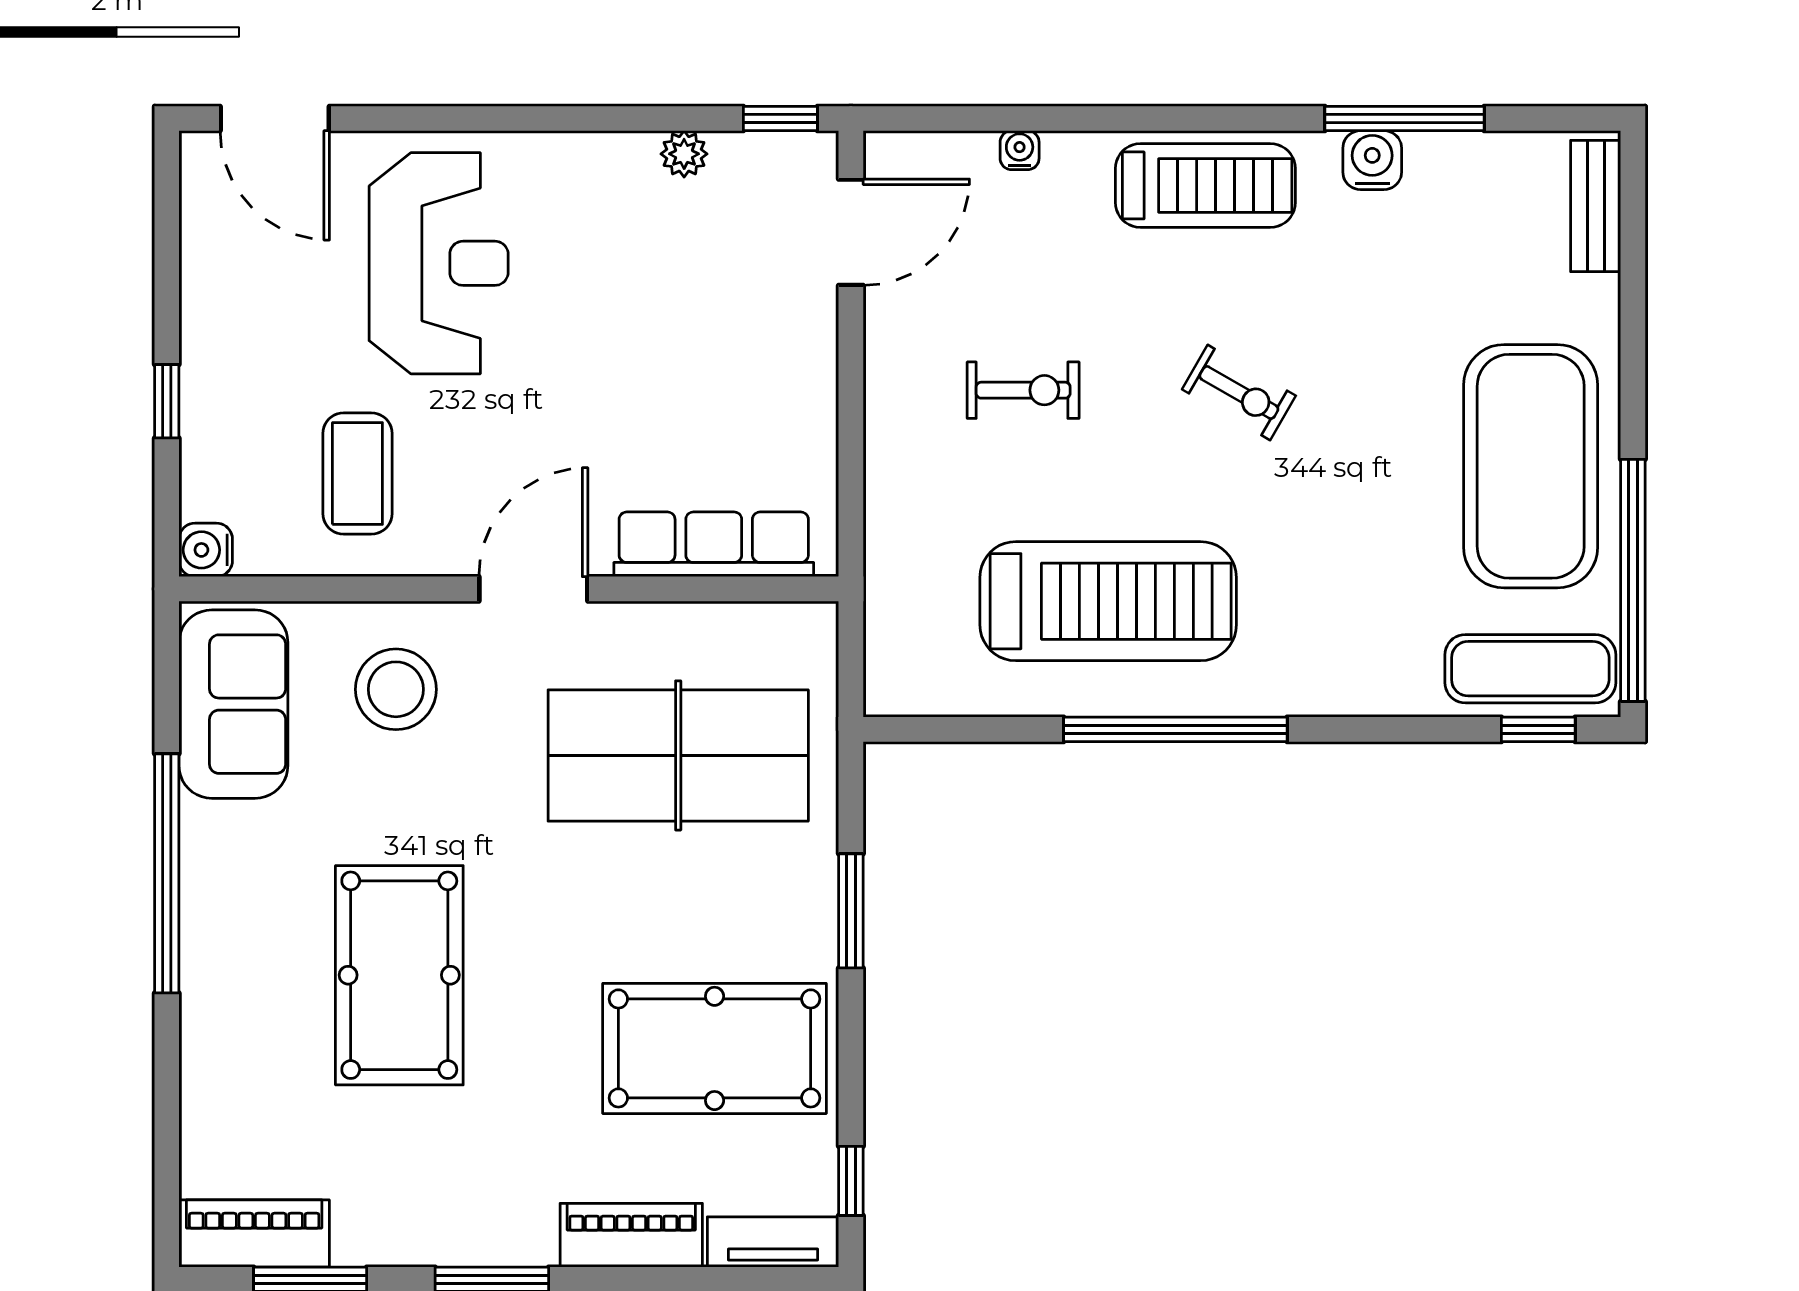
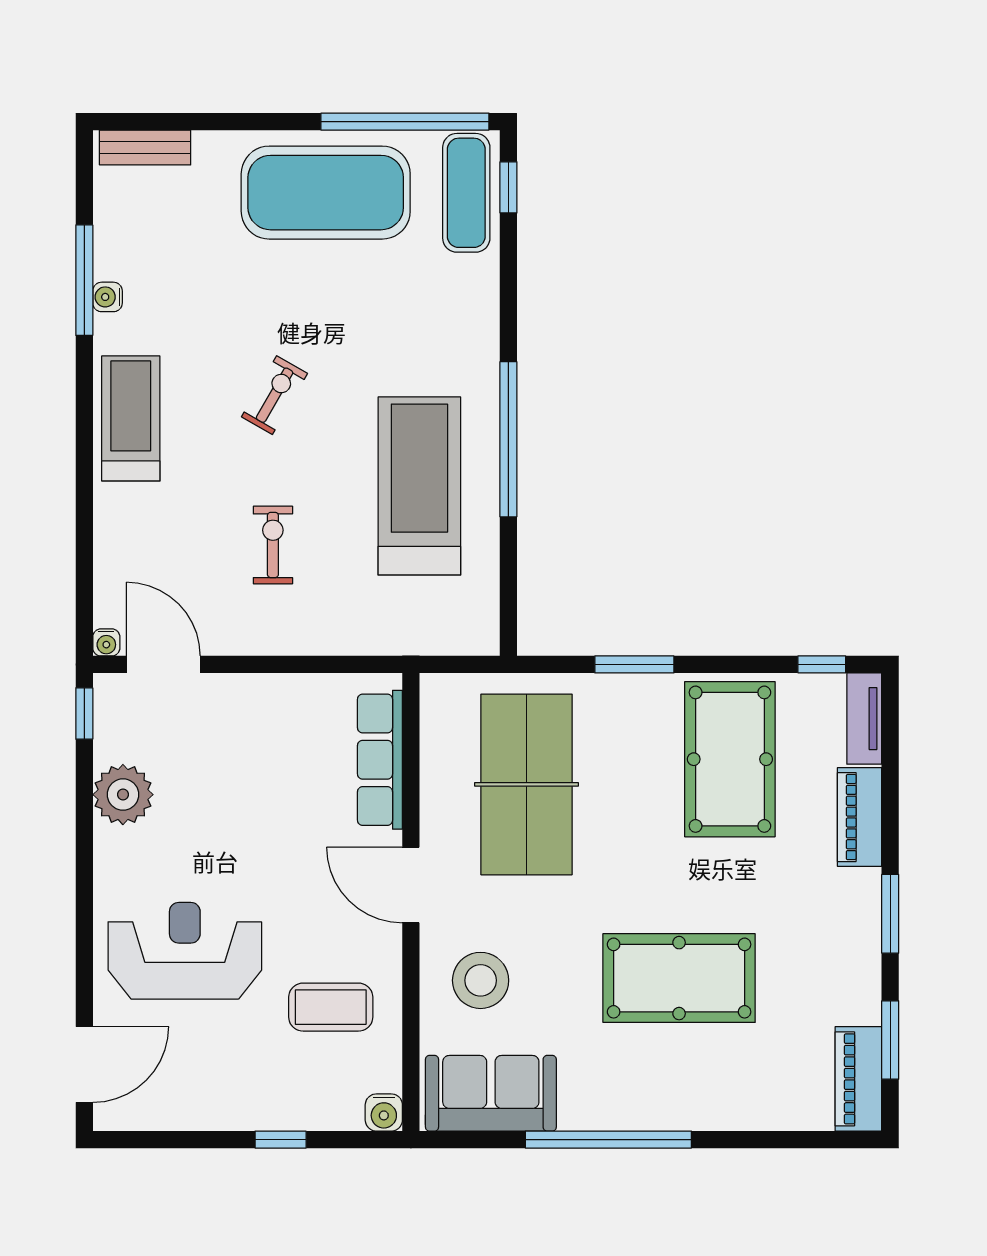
water cooler: (1020, 150) -> (106, 642), moved, turned -90
plant: (684, 154) -> (123, 795), width x1.88, depth x1.88
water cooler: (1372, 160) -> (108, 297), width x0.72, depth x0.72

